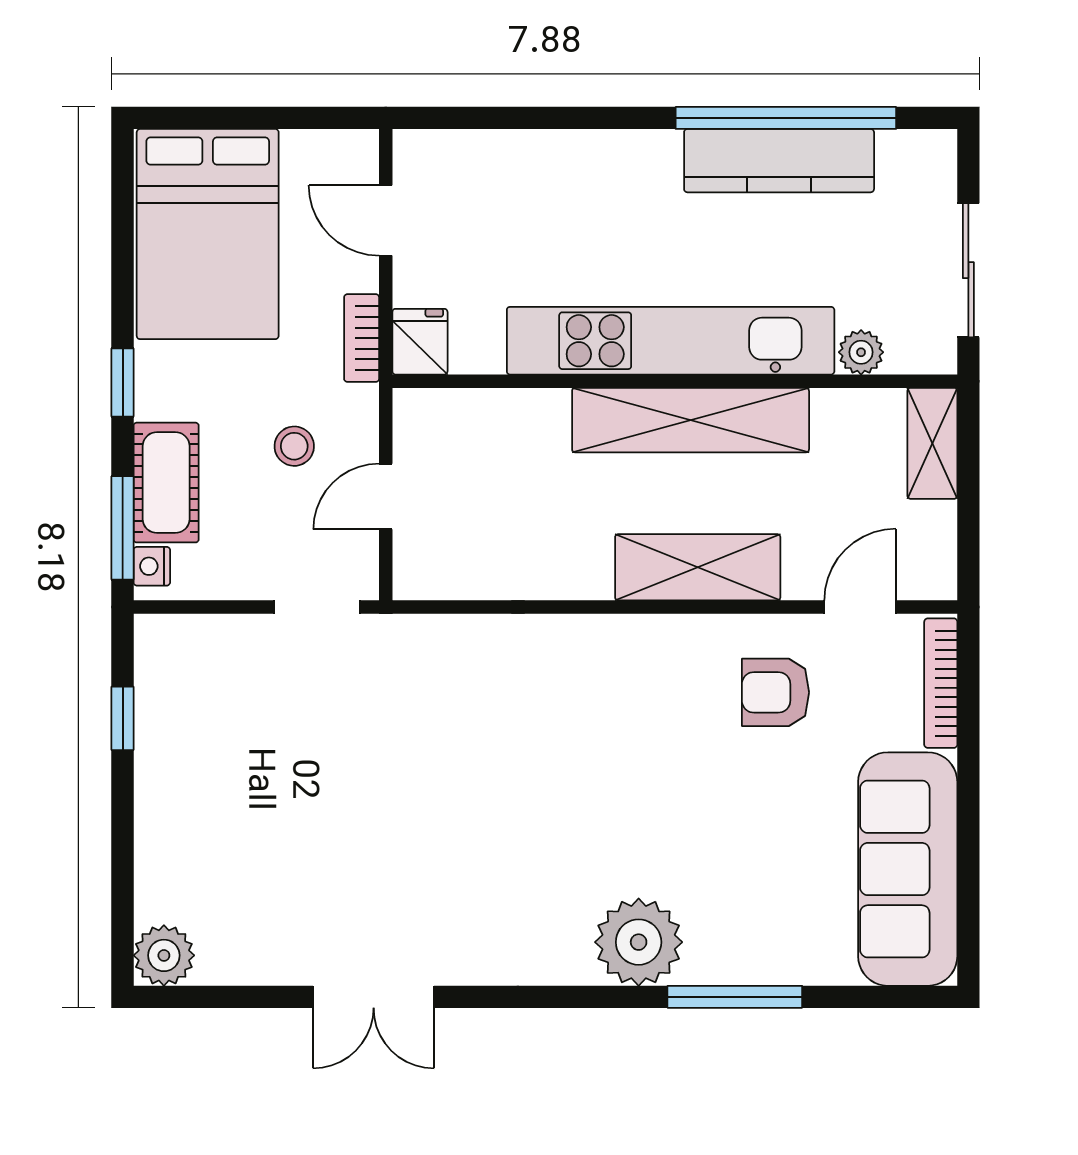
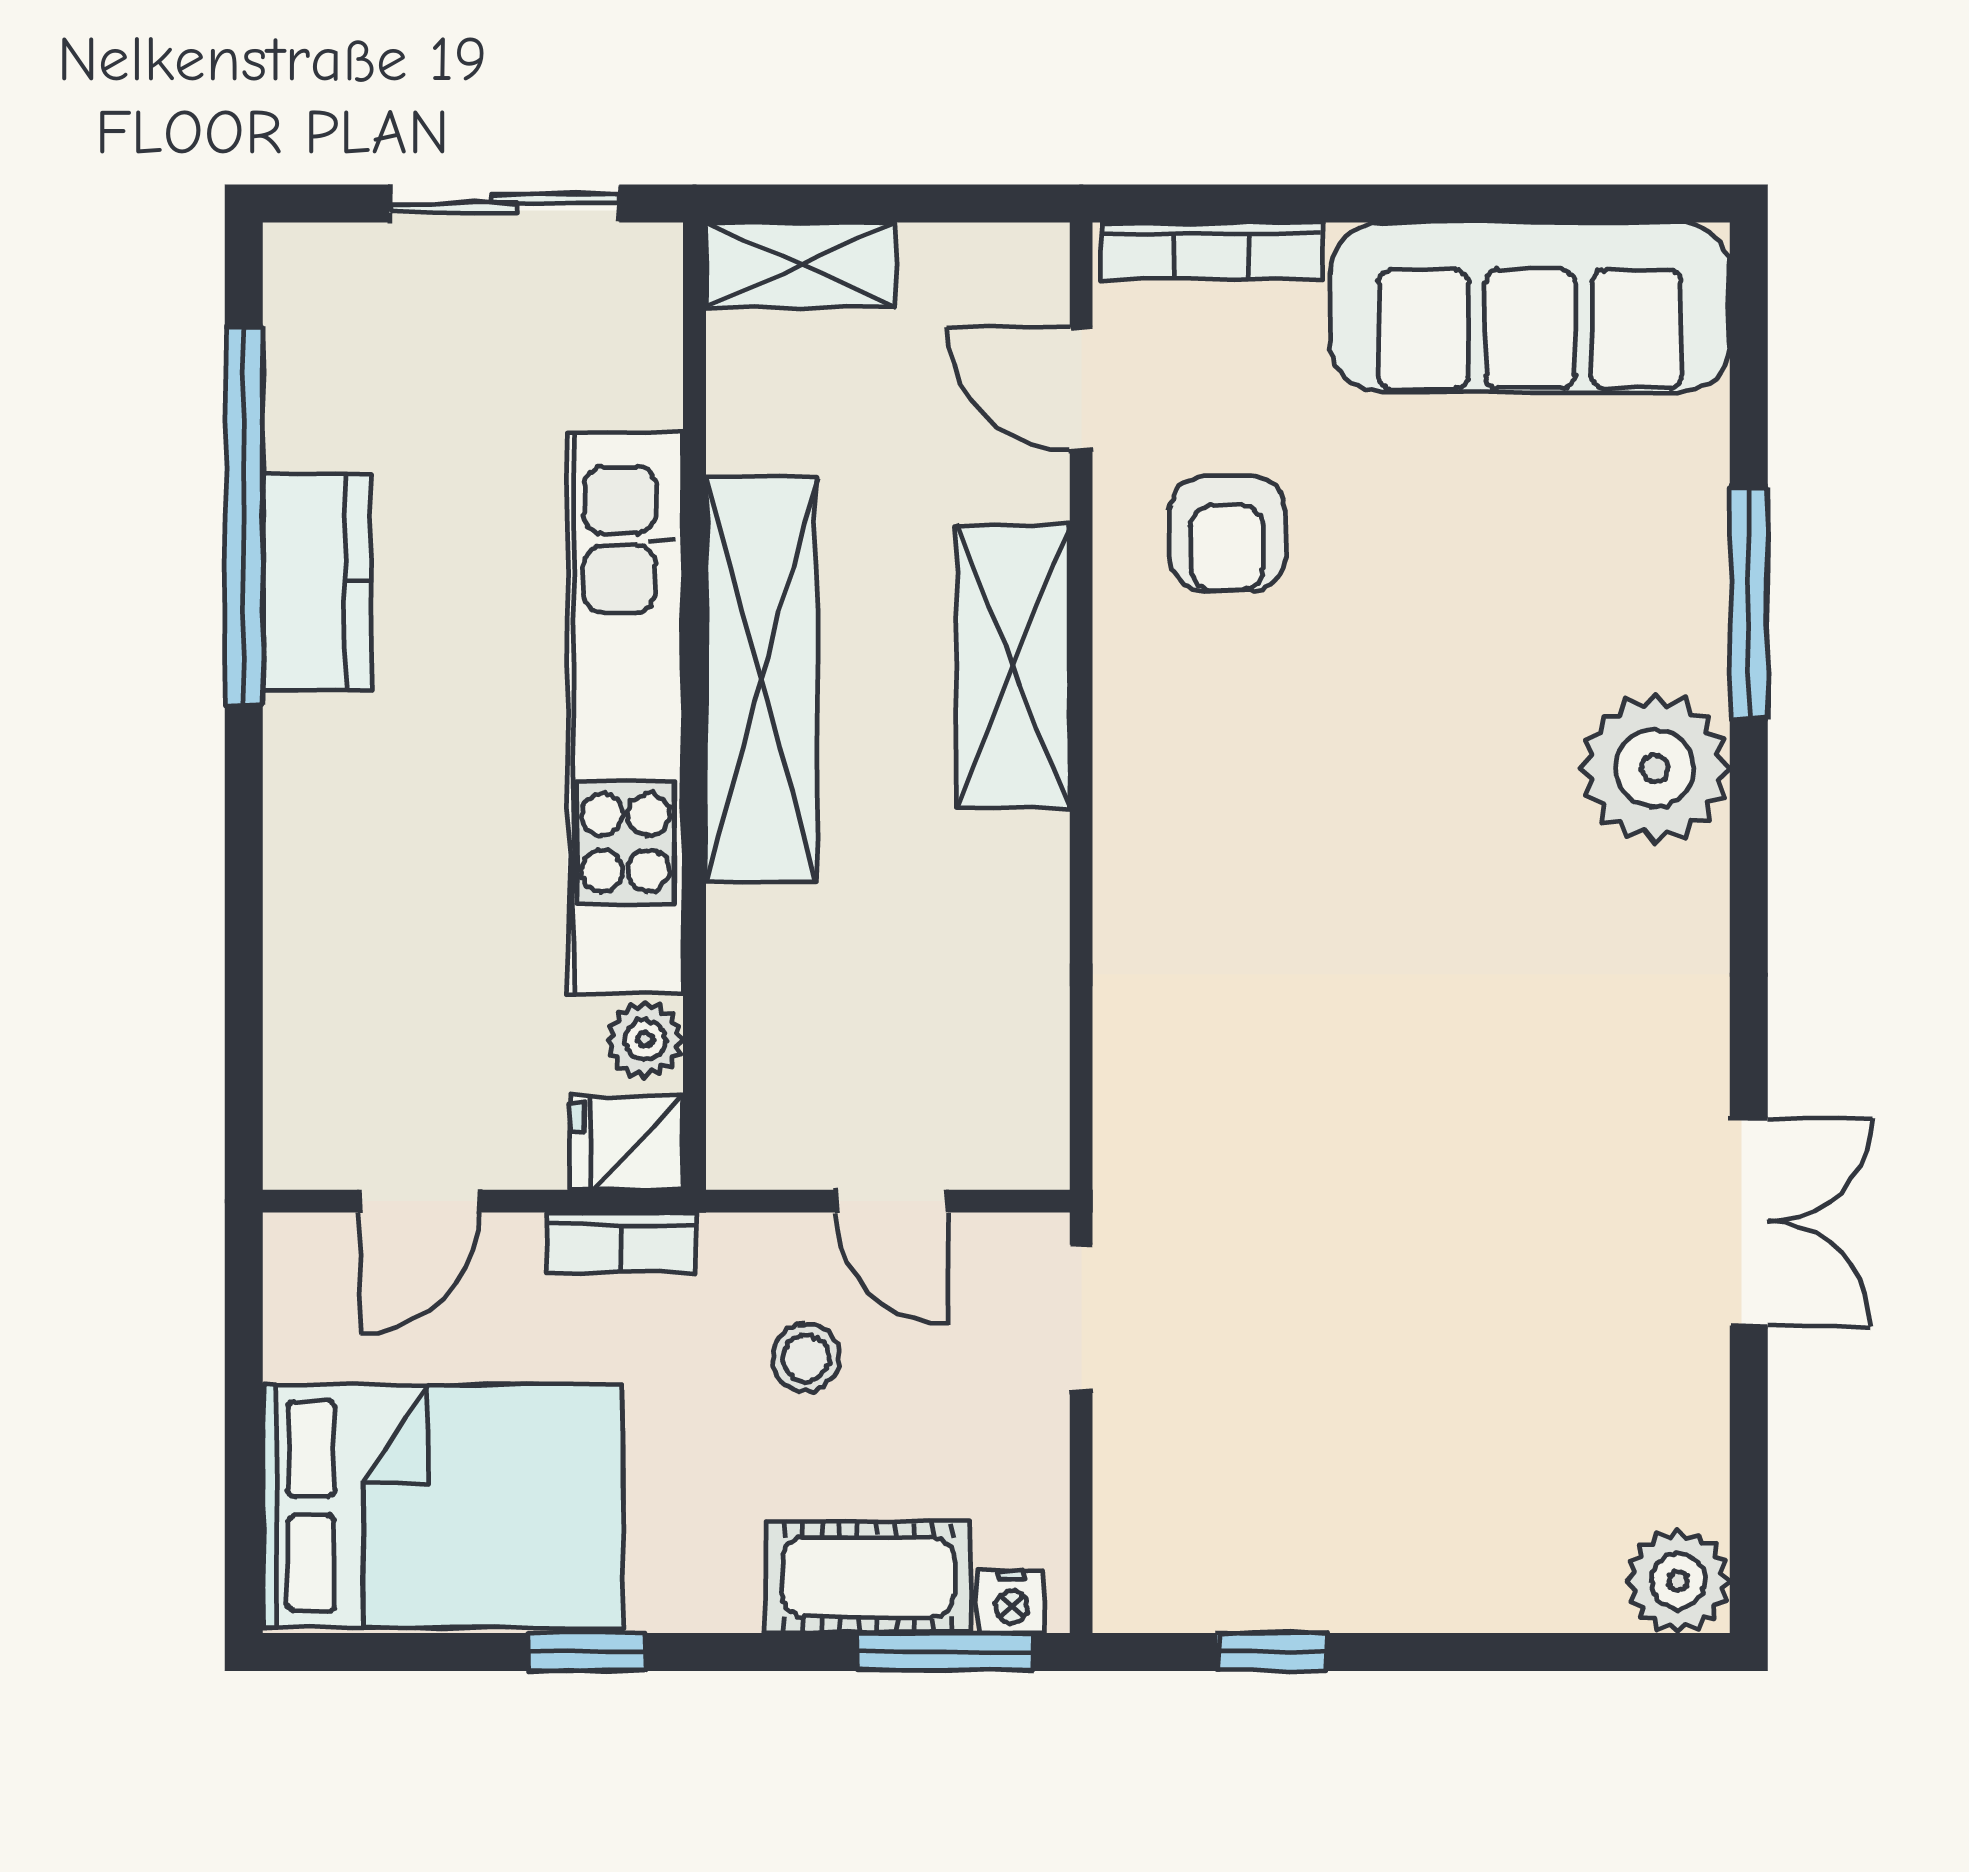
kitchen counter: (779, 161) -> (317, 582), width x0.67
plant: (861, 352) -> (645, 1040), moved
window: (123, 382) -> (587, 1652), moved

